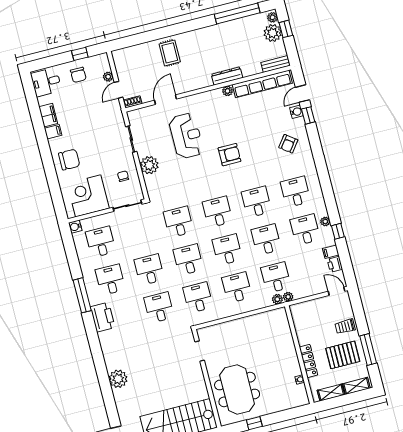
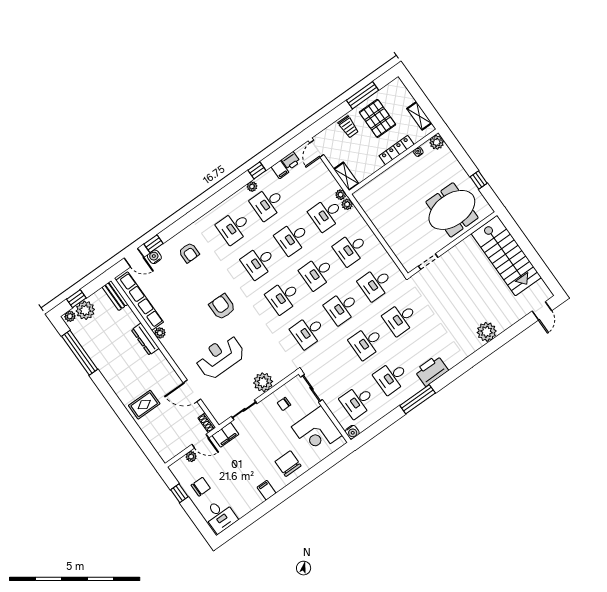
filing cabinet: (48, 115) -> (225, 435), moved, turned 180
armchair: (288, 144) -> (189, 253), turned 53
shelving: (356, 386) -> (346, 176), moved
plant: (302, 399) -> (437, 142), added

